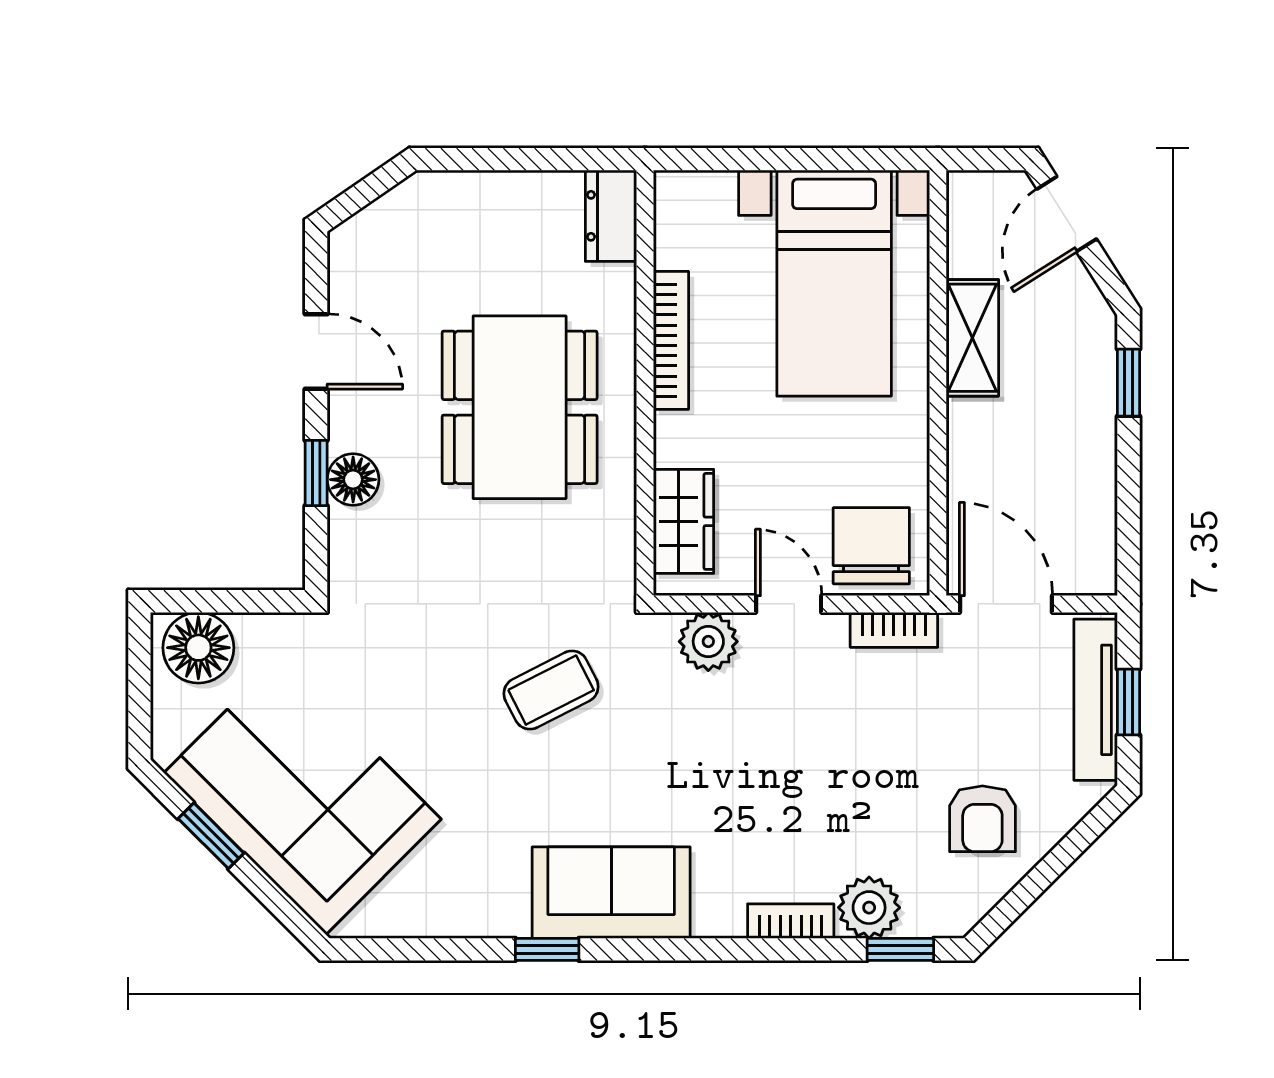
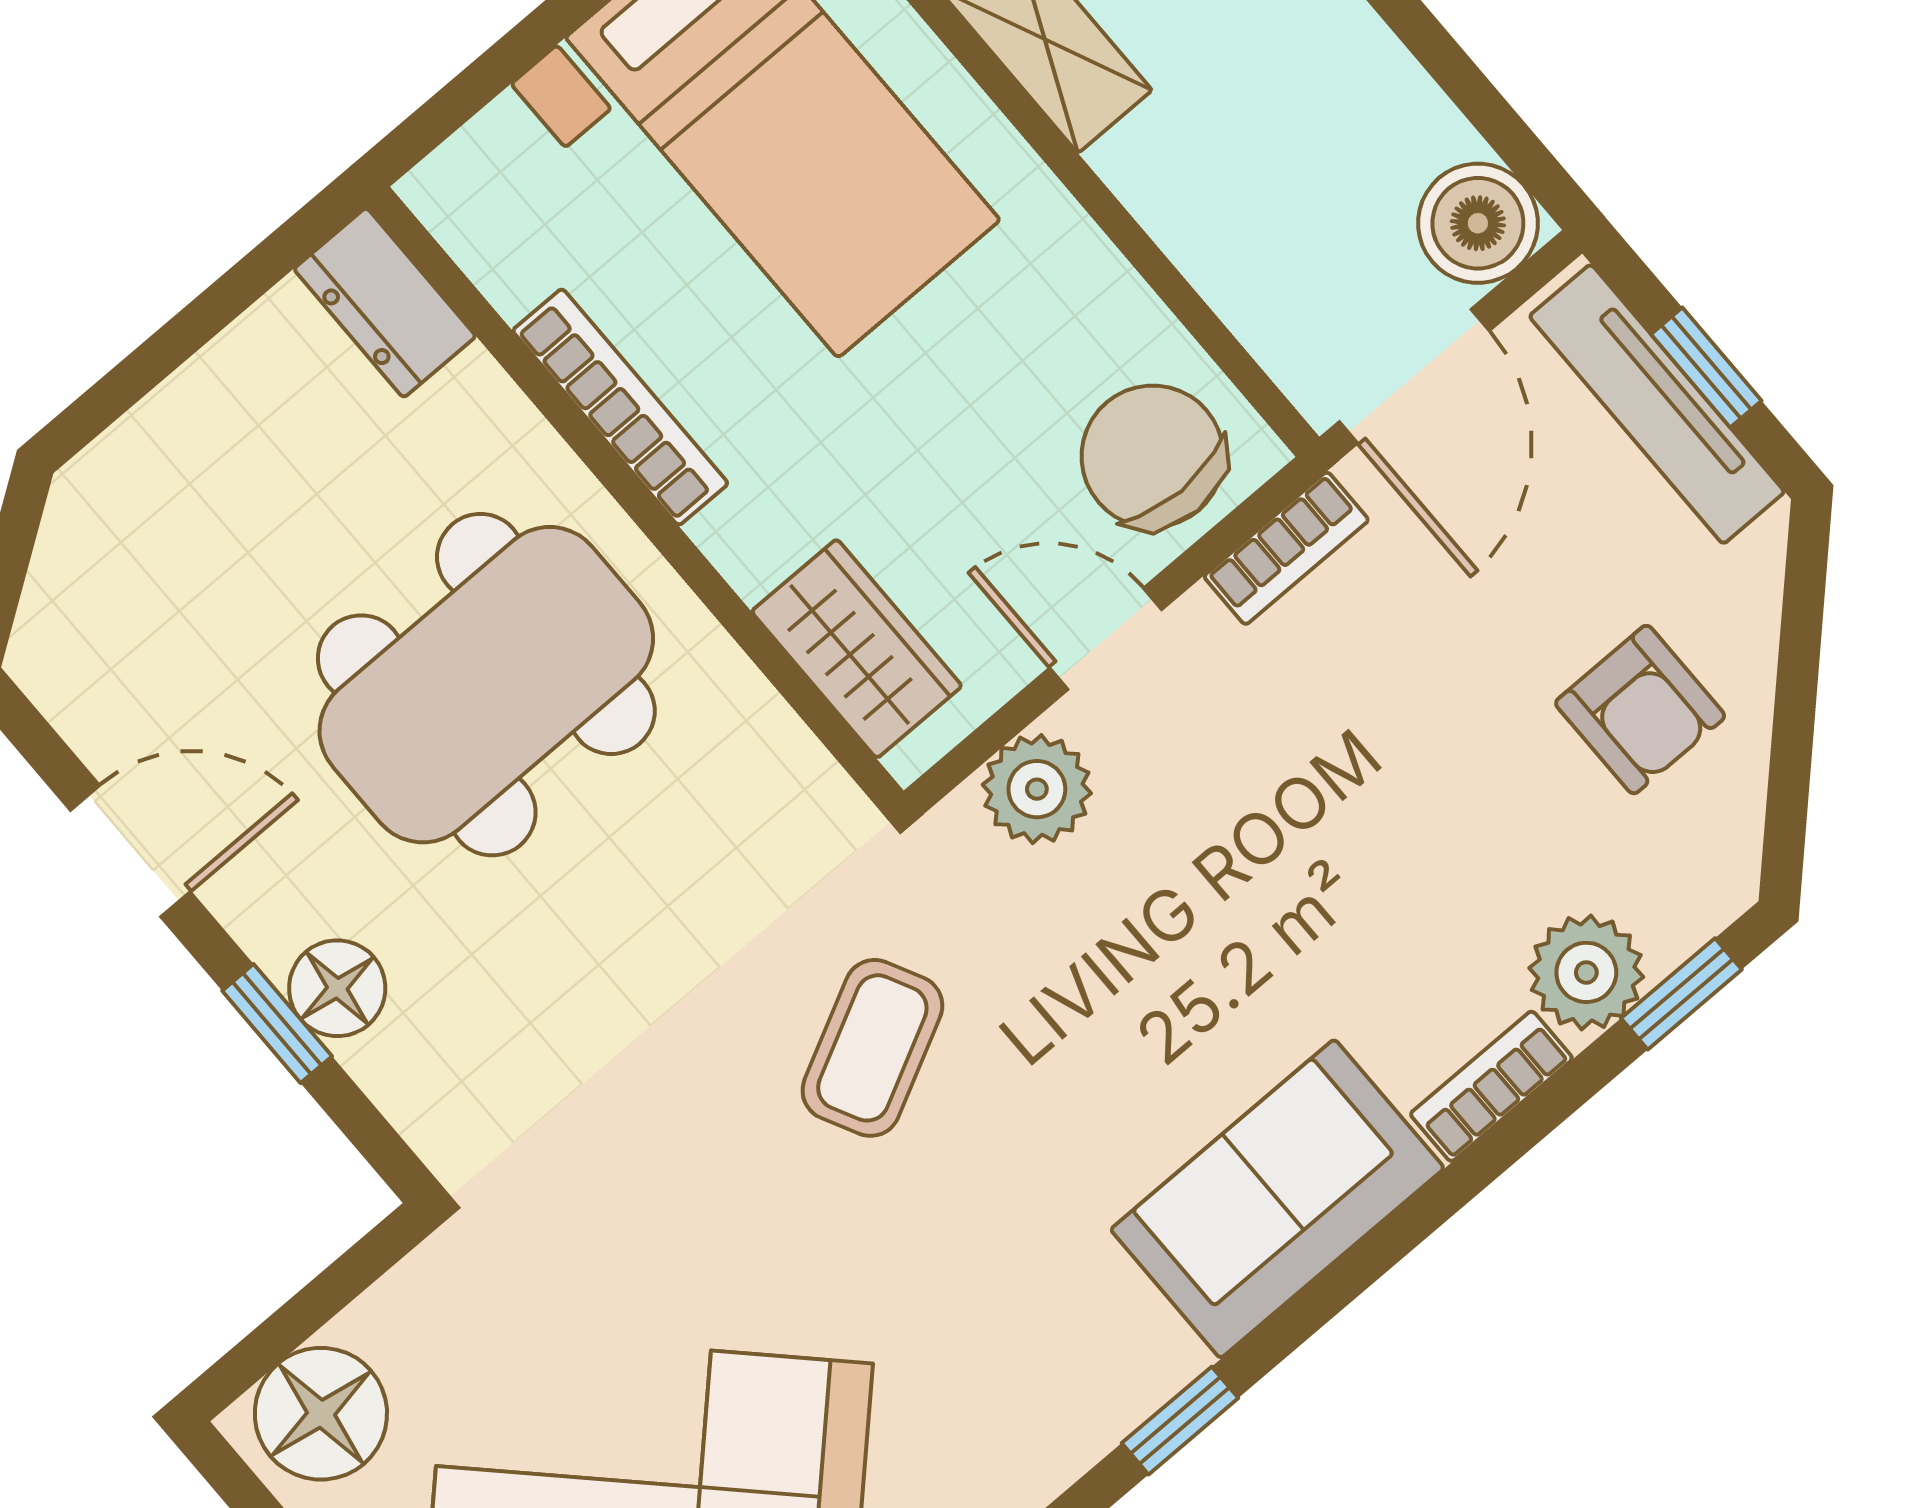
dining table: (520, 407) -> (486, 685), turned 90
boiler: (1085, 564) -> (1478, 223), added
door: (1006, 604) -> (1414, 376), swing flipped
sofa: (611, 893) -> (1277, 1199), moved

